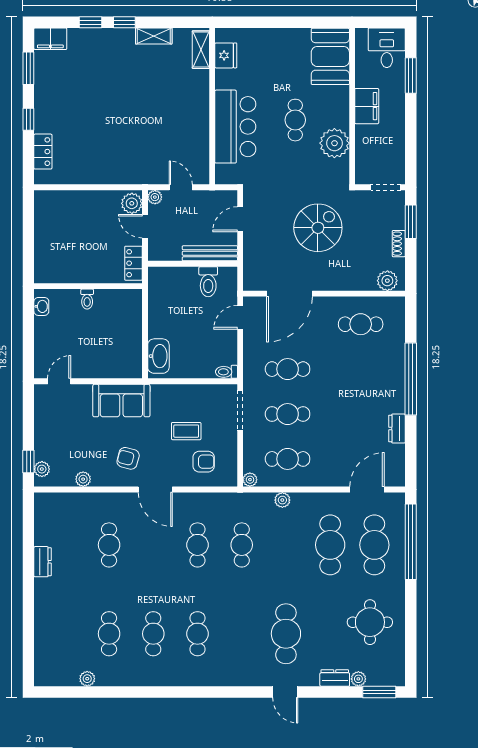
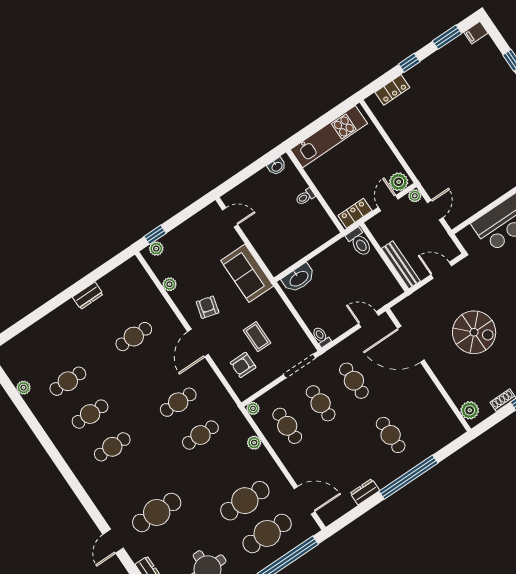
filing cabinet: (50, 39) -> (476, 33), width x0.50
kitchen unit: (46, 239) -> (329, 137), added
toilet: (208, 282) -> (359, 242), moved, turned -90
cafe table: (361, 324) -> (391, 435), moved
armchair: (204, 462) -> (243, 365), turned 90

